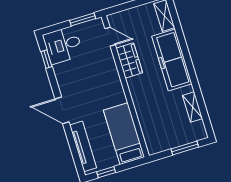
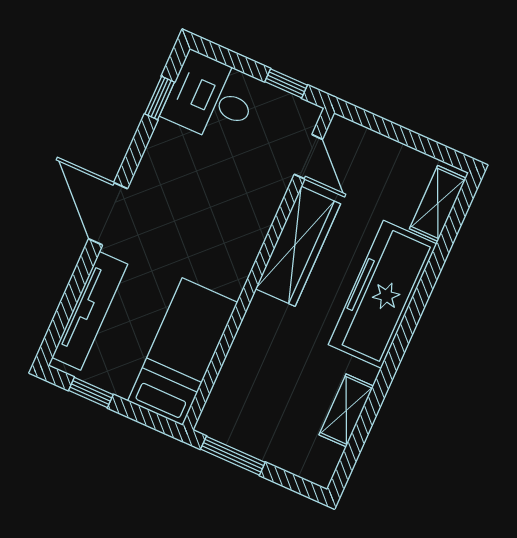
window: (83, 19) -> (286, 83), width x0.67
wardrobe: (129, 61) -> (298, 246), width x1.50
window: (185, 148) -> (233, 456), moved

